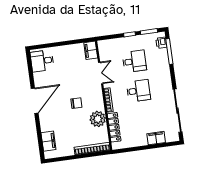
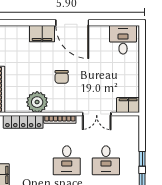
filing cabinet: (48, 141) -> (42, 34), moved

